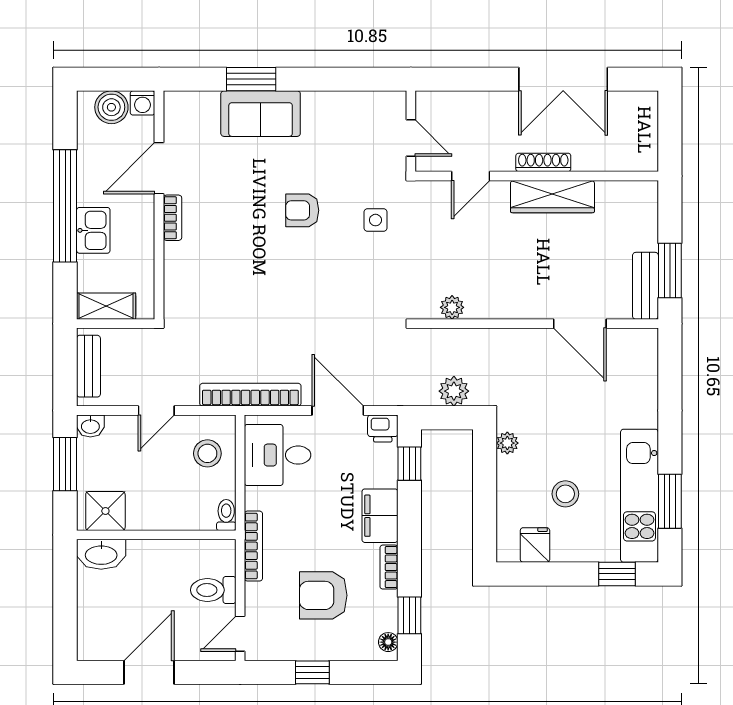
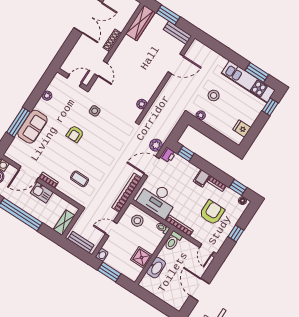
window: (251, 79) -> (19, 122), width x1.44
plant: (343, 102) -> (47, 96), added
door: (159, 168) -> (29, 174), hinge flipped
wardrobe: (552, 197) -> (140, 23), moved
kitchen sink: (93, 230) -> (42, 192), moved, turned 180
window: (670, 271) -> (168, 15), moved
coffee table: (216, 279) -> (80, 179), added
plant: (454, 391) -> (156, 145), moved
door: (156, 410) -> (111, 229), swing flipped
desk: (278, 455) -> (157, 199), width x1.37
stool: (565, 494) -> (214, 95), moved
shower: (105, 511) -> (142, 258), moved
filing cabinet: (380, 516) -> (202, 178), width x0.50
washbasin: (101, 554) -> (156, 268), moved
toilet: (213, 590) -> (173, 241), moved
armchair: (323, 595) -> (212, 213), turned 180

